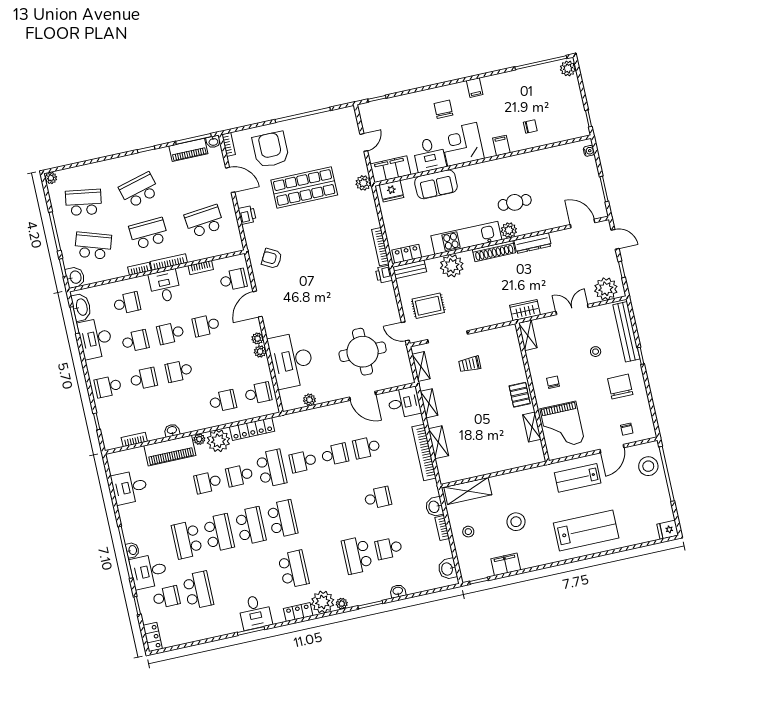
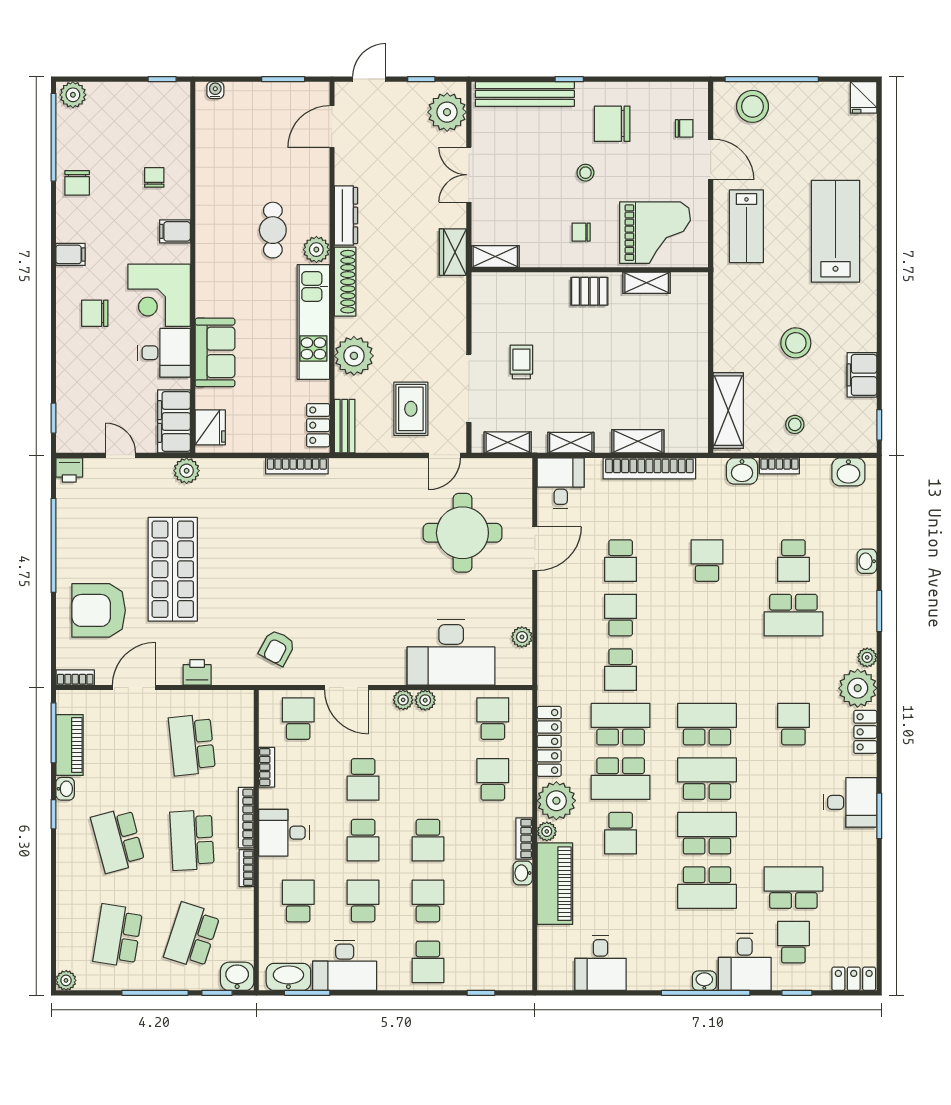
chair: (517, 82) -> (77, 183), added
washbasin: (213, 142) -> (65, 789), moved
printer: (384, 274) -> (69, 470), moved
stool: (596, 352) -> (585, 173), moved
trolley: (470, 364) -> (521, 362), turned 180
bookcase: (134, 440) -> (524, 839), moved
school desk: (239, 475) -> (621, 779), width x1.85
school desk: (293, 569) -> (793, 724), width x0.54

